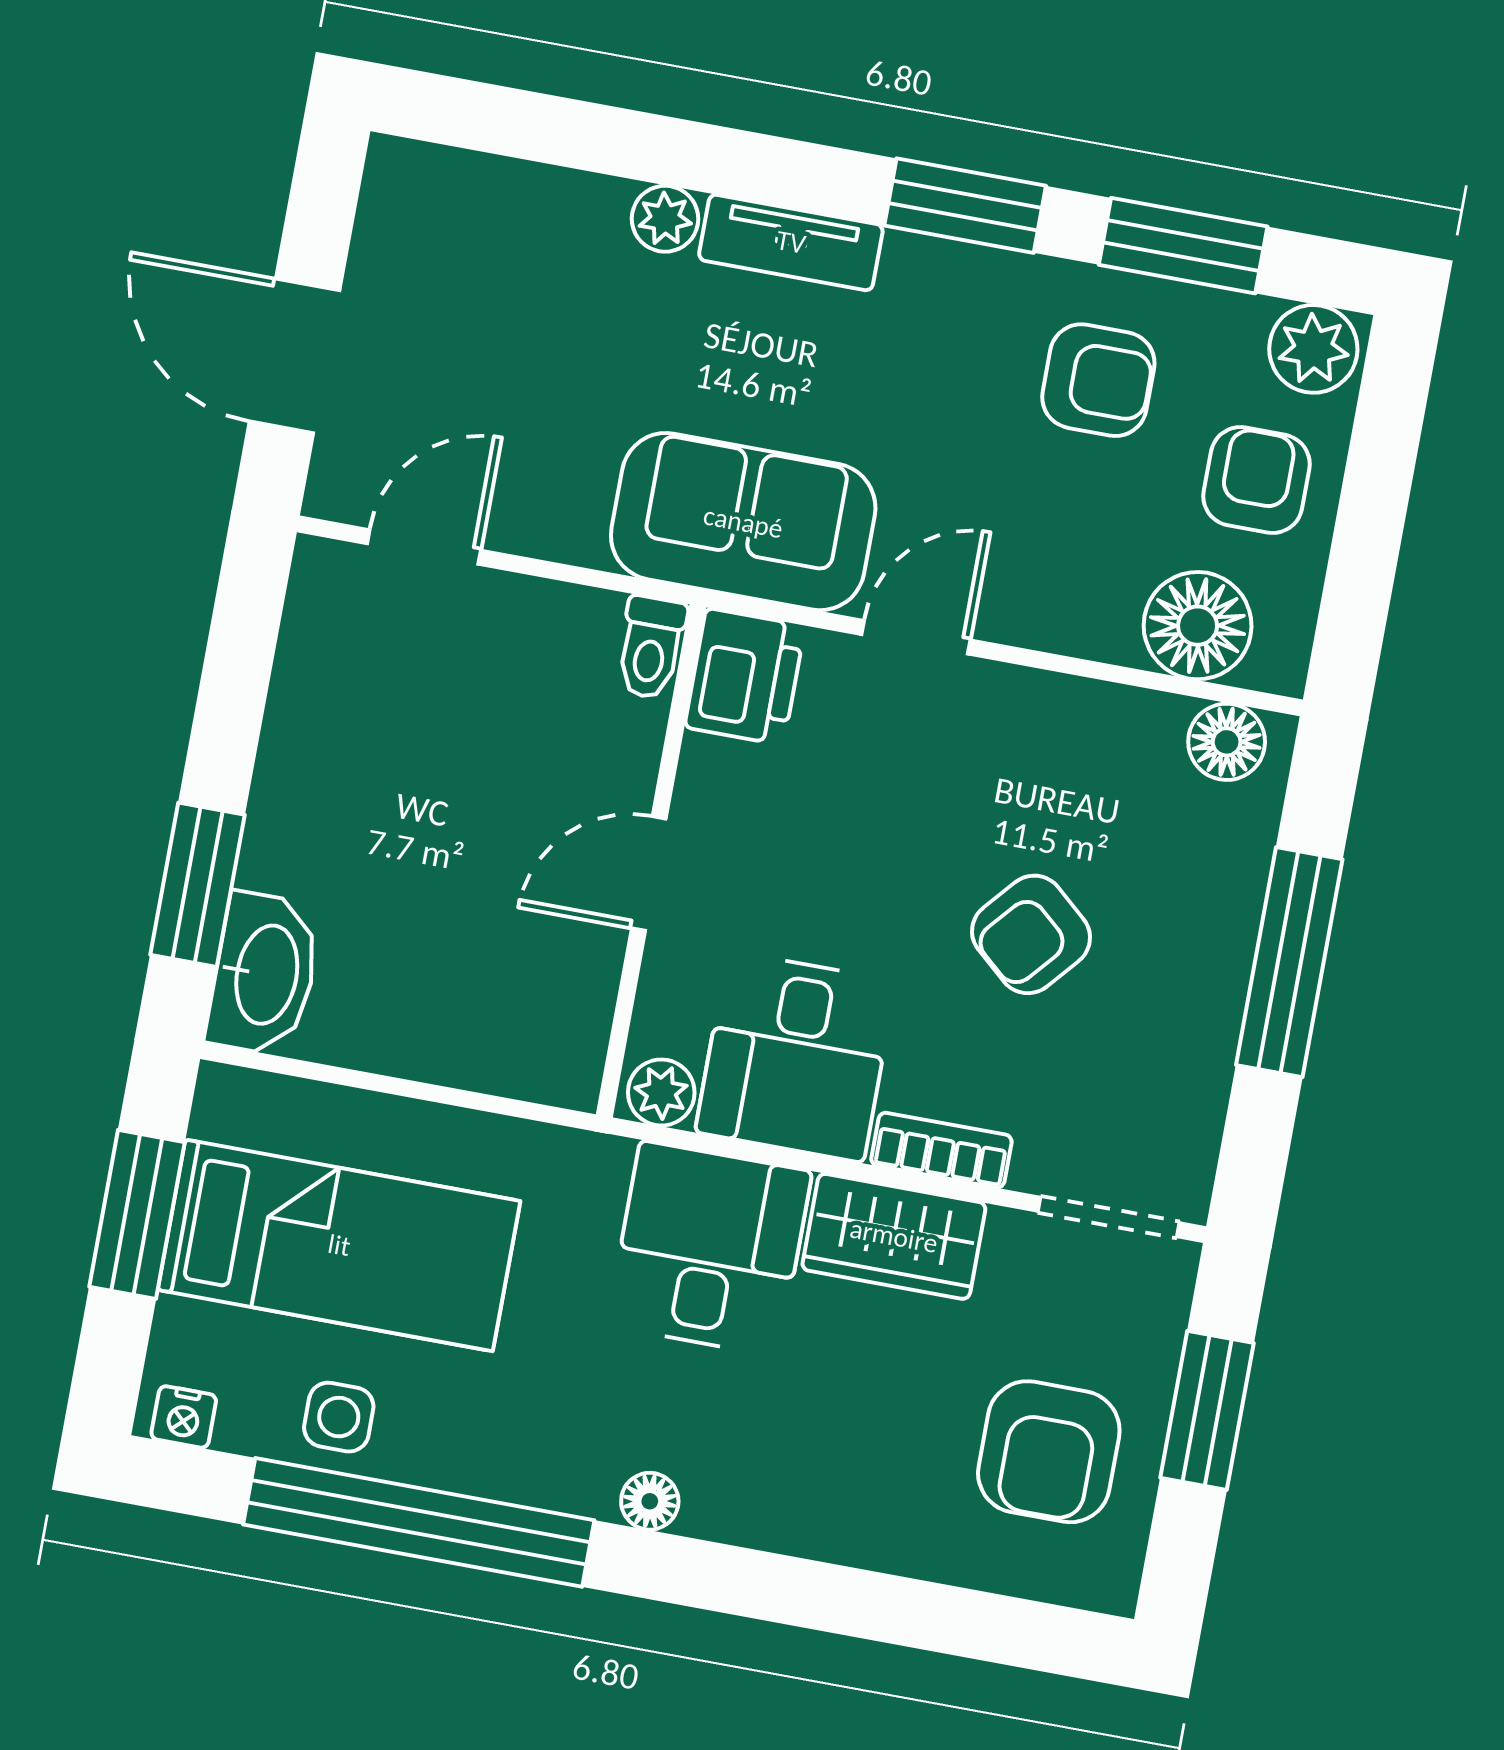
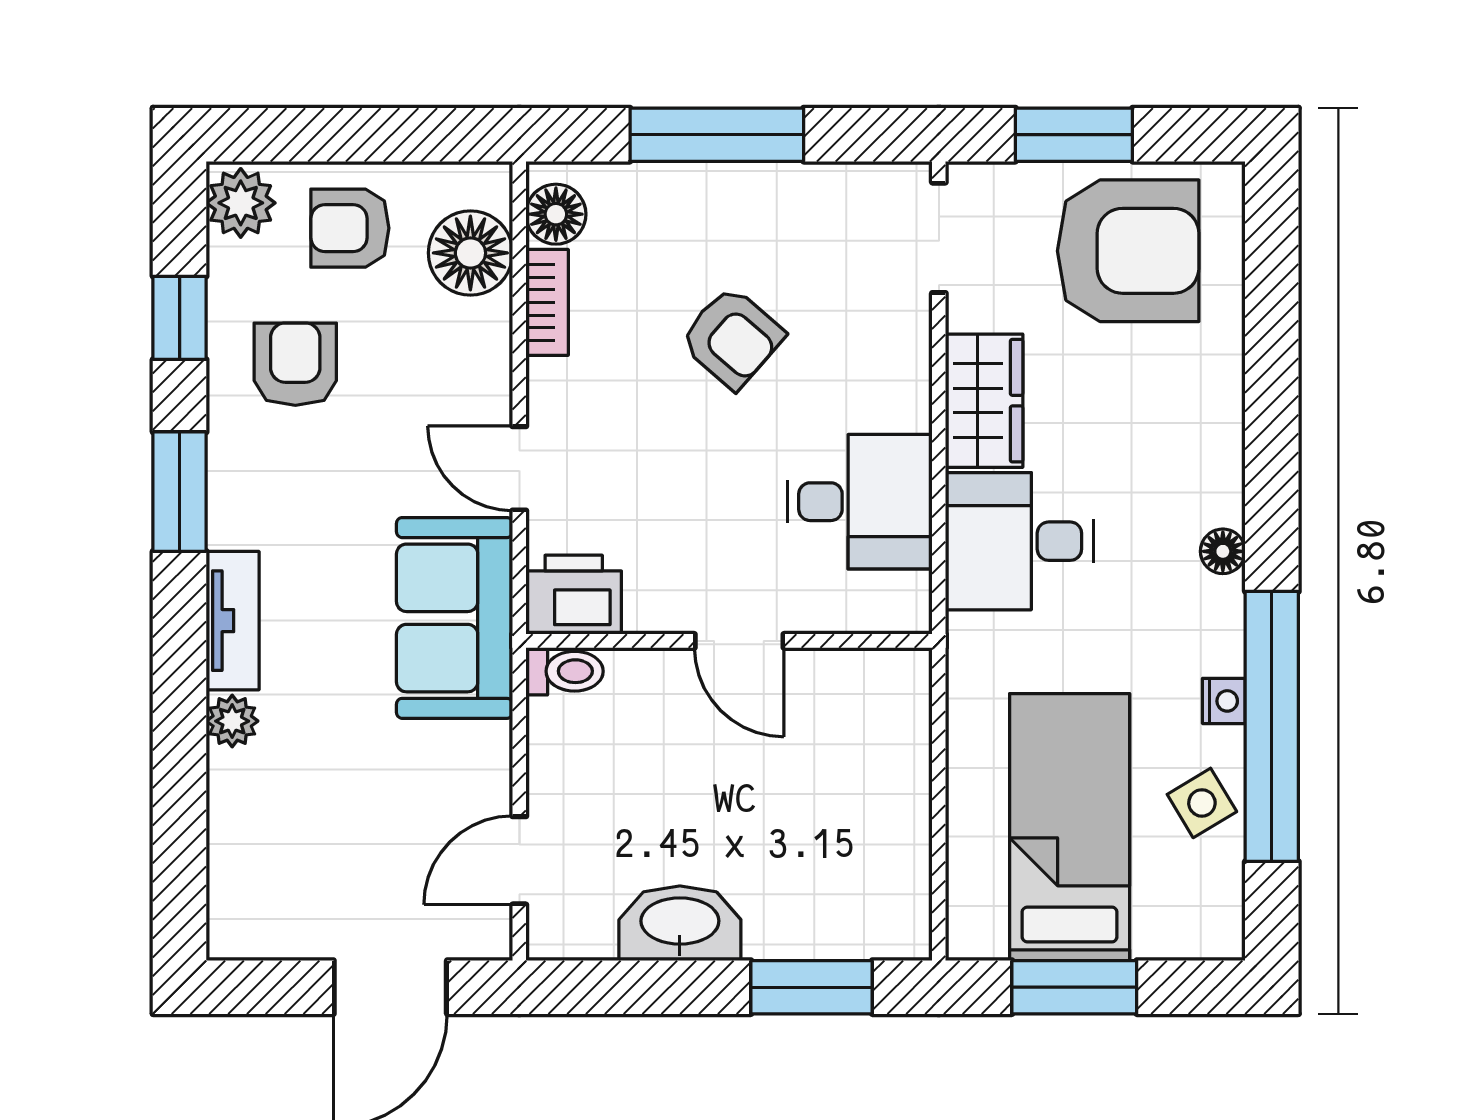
window: (1183, 246) -> (180, 318), width x0.67
door: (424, 547) -> (519, 860), hinge flipped
washbasin: (264, 974) -> (680, 923), moved
plant: (661, 1093) -> (906, 600), removed
bookcase: (941, 1150) -> (547, 302), moved, turned 180
nightstand: (184, 1417) -> (1224, 701), moved
side table: (339, 1417) -> (1202, 803), turned -31
armchair: (1049, 1452) -> (1128, 251), width x1.36, depth x1.36

